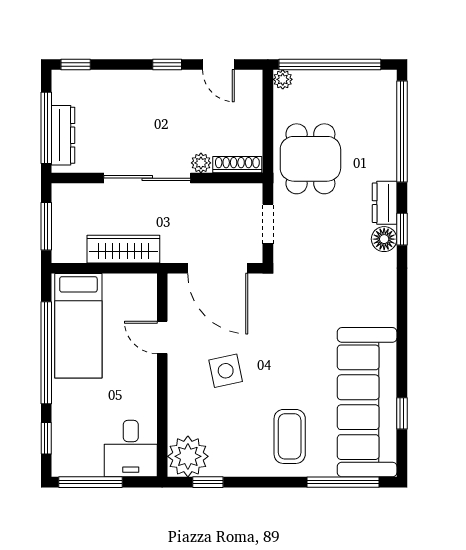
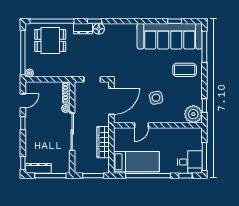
dresser: (63, 135) -> (38, 168), moved
dining table: (310, 159) -> (50, 40), moved
desk: (131, 449) -> (190, 162), moved

